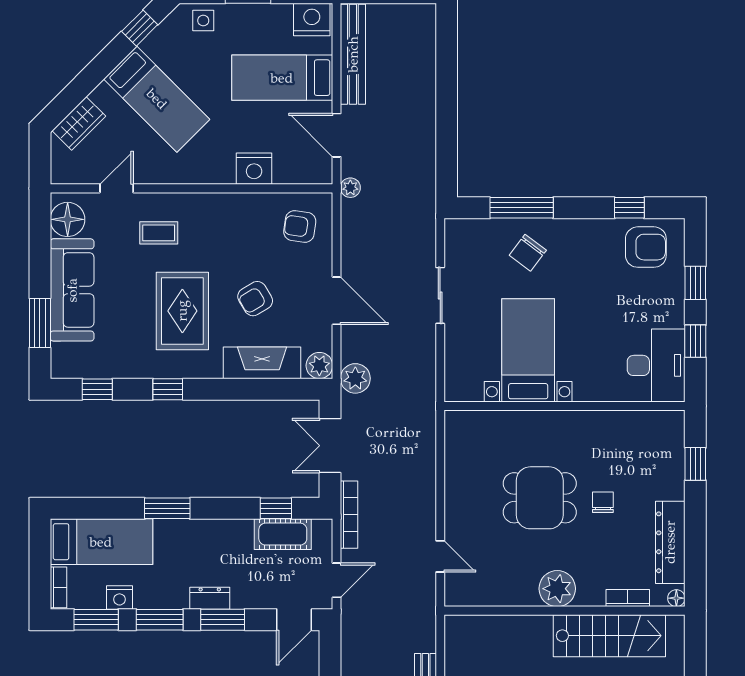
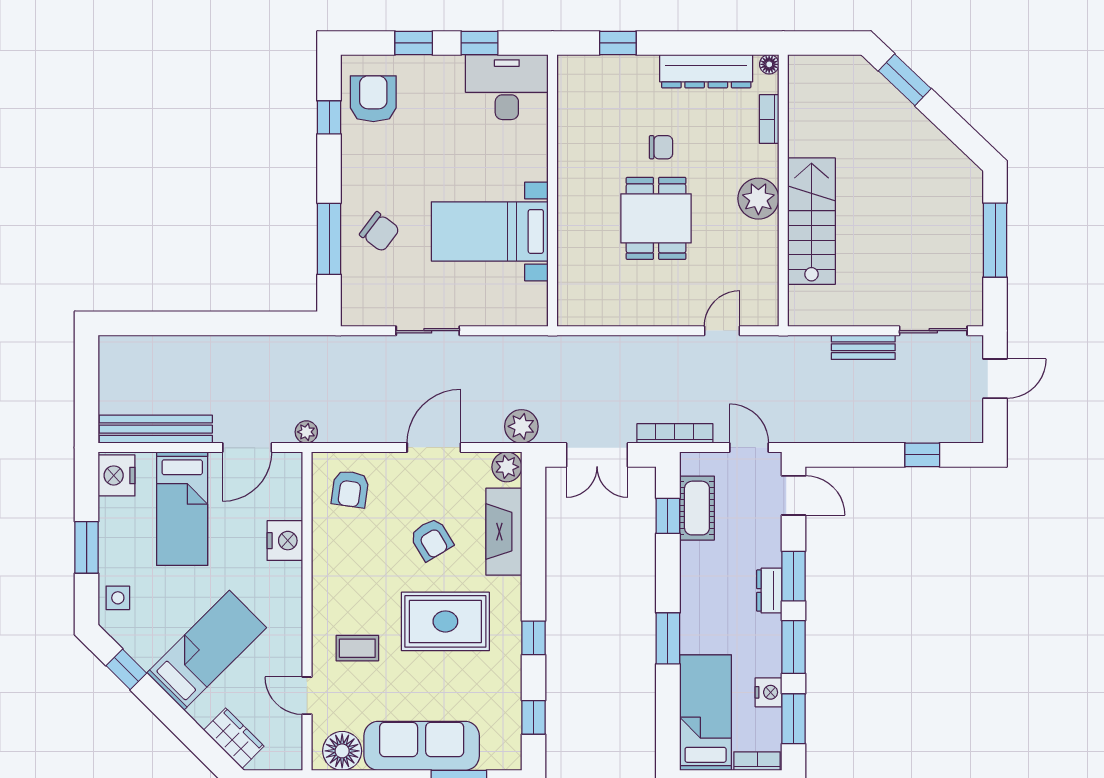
coffee table: (159, 233) -> (357, 648), turned 90
chair: (603, 502) -> (661, 147), turned 180
stairs: (609, 636) -> (811, 221), moved

